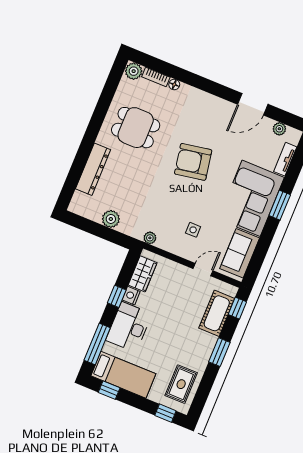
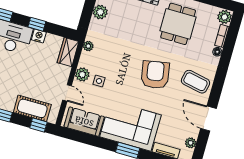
coffee table: (207, 115) -> (195, 82), added
plant: (183, 249) -> (82, 74), added
wardrobe: (143, 274) -> (68, 52), moved, turned 90

